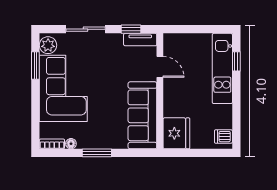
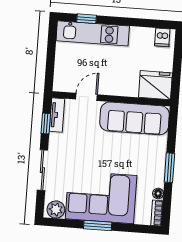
window: (35, 66) -> (98, 225), moved

